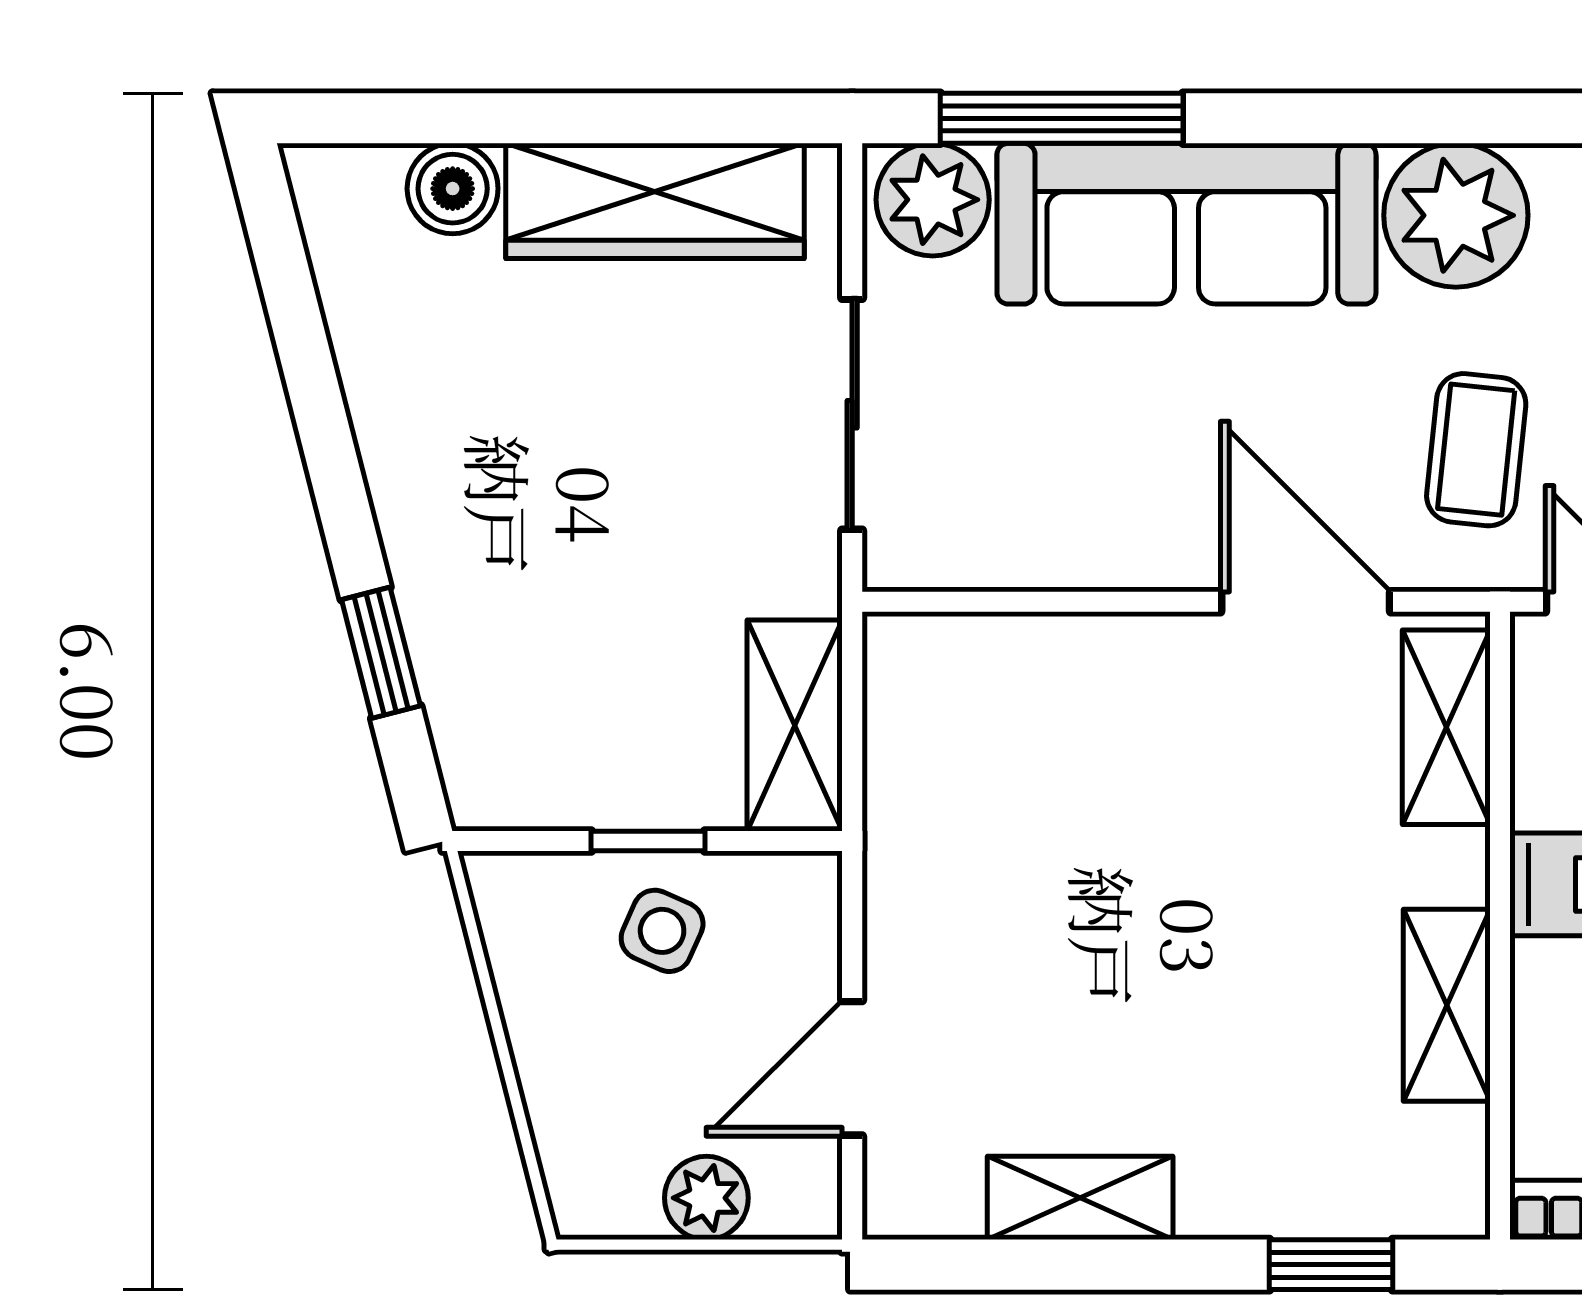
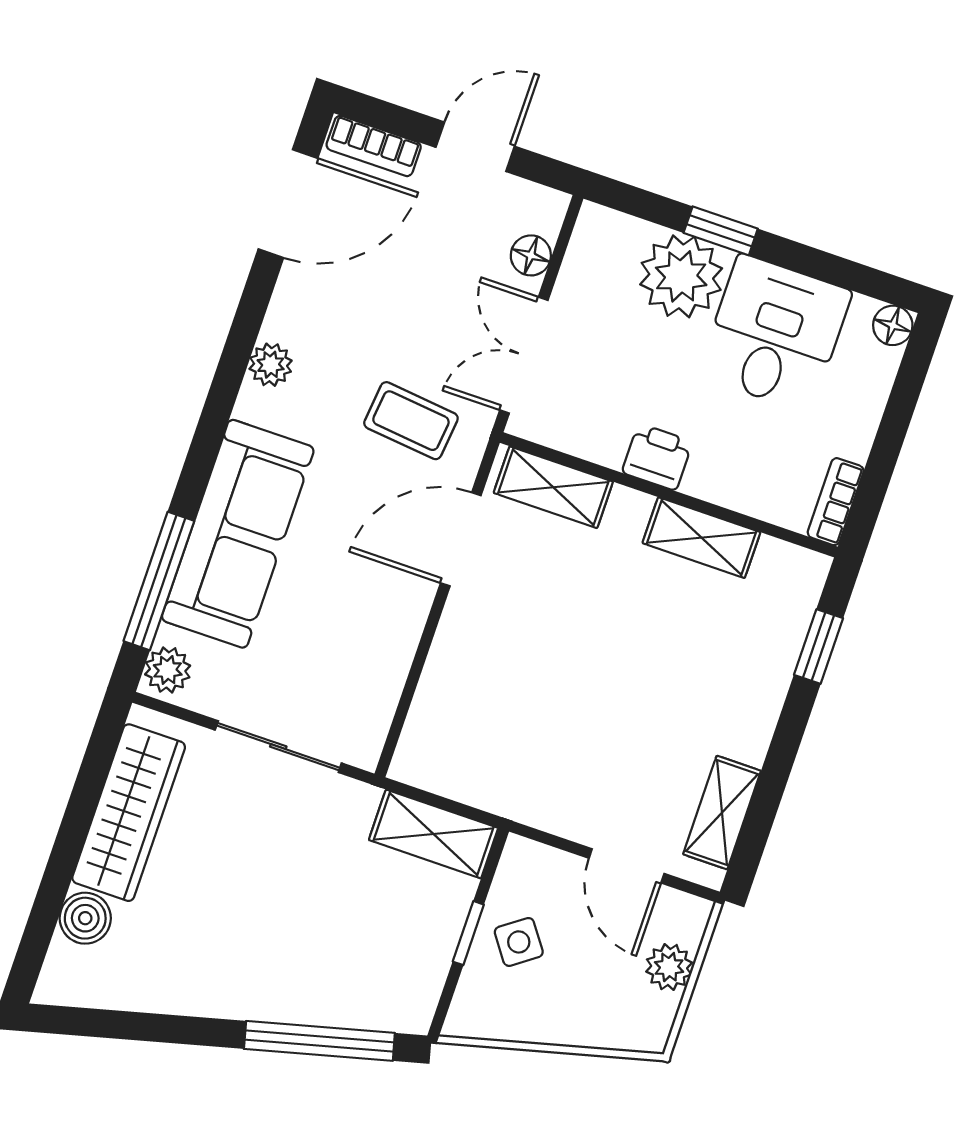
plant: (933, 200) -> (168, 670), width x0.73, depth x0.73
plant: (1456, 215) -> (271, 365), width x0.53, depth x0.53
window: (381, 653) -> (319, 1041), width x2.17
side table: (662, 931) -> (519, 942), turned 30
shelving: (1080, 1198) -> (722, 813), moved

